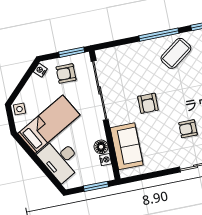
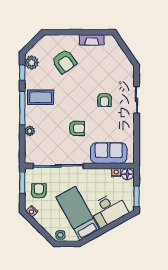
plant: (134, 49) -> (30, 131), added
coffee table: (176, 53) -> (41, 97), turned -54
armchair: (66, 73) -> (39, 191), turned 180
floor lamp: (101, 147) -> (127, 174), moved
window: (96, 186) -> (137, 196), moved

